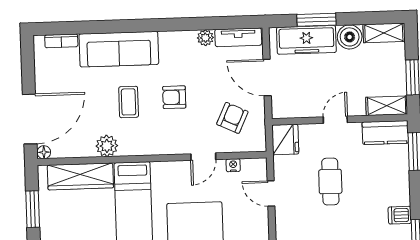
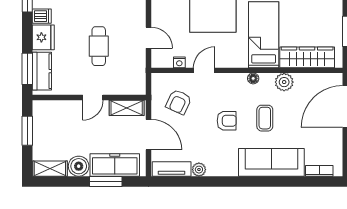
shelving: (387, 106) -> (127, 108), moved
kitchen counter: (385, 133) -> (42, 71), moved, turned 90
fridge: (285, 140) -> (43, 37), moved, turned 180
floor lamp: (44, 152) -> (253, 78), moved

